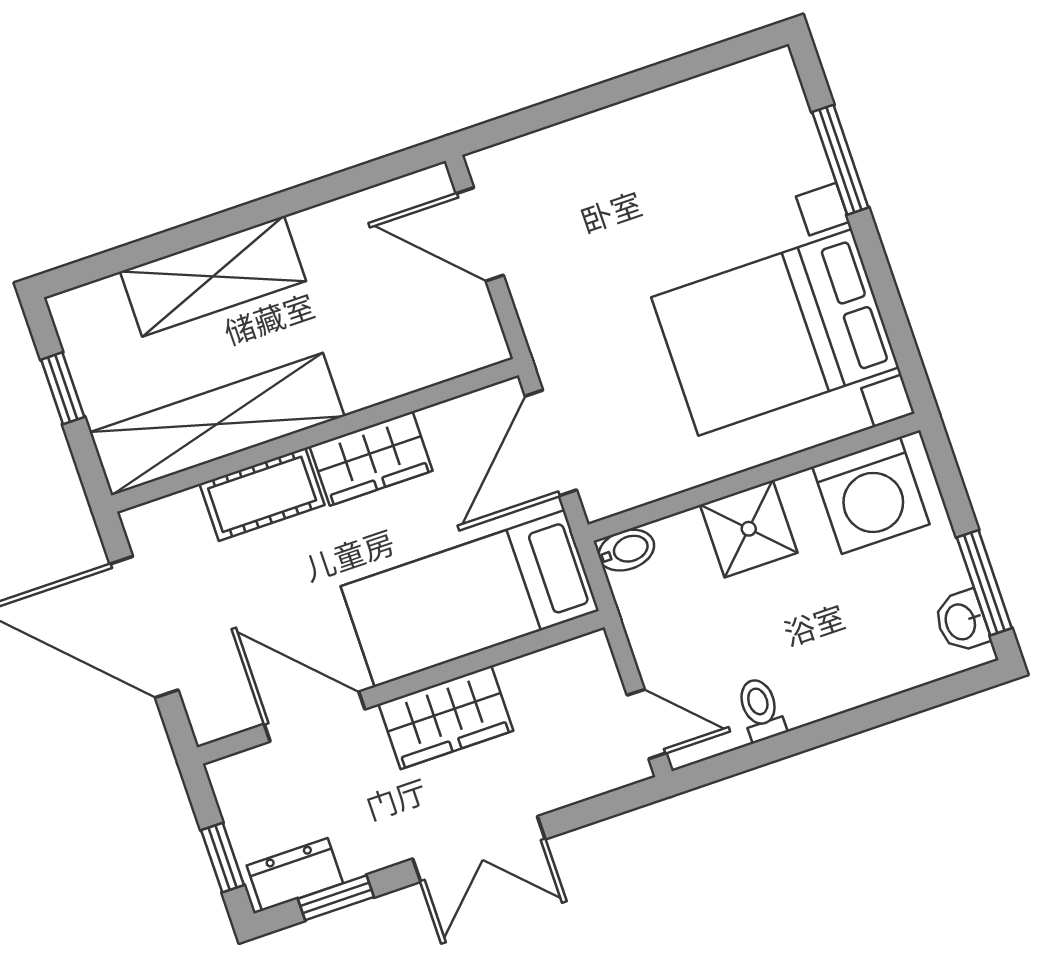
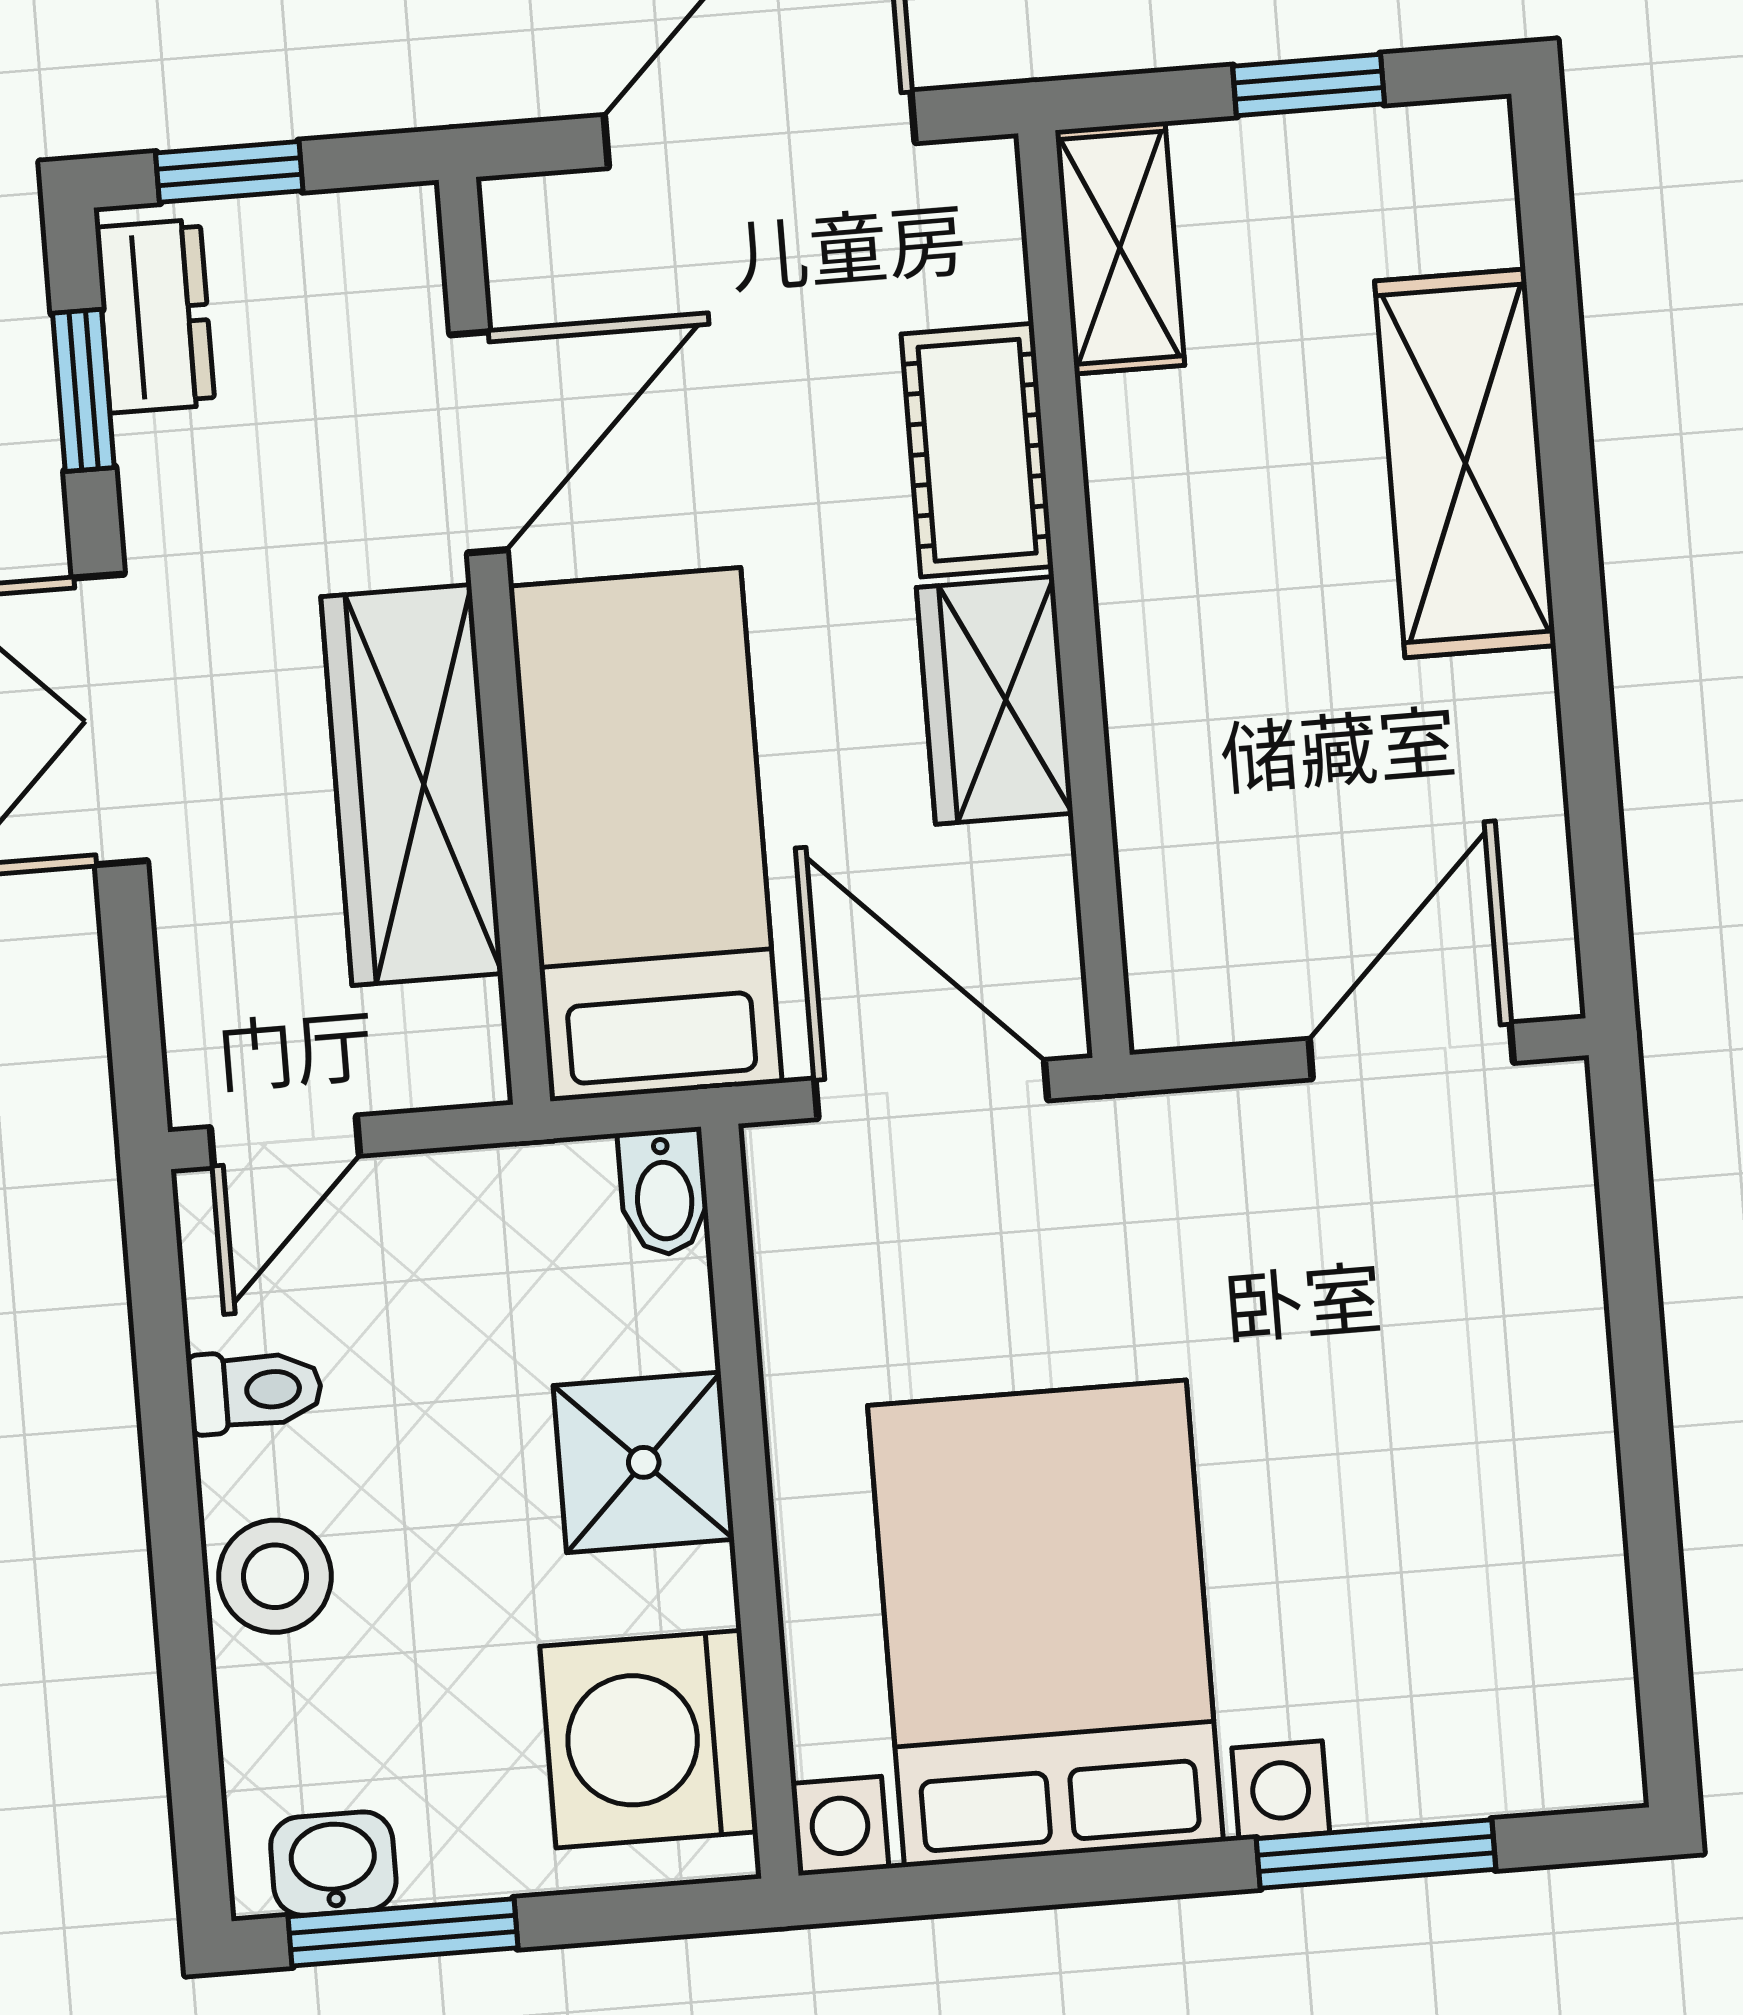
shelving: (217, 424) -> (1120, 248), width x0.45, depth x0.75
stool: (841, 680) -> (275, 1576), added
wardrobe: (446, 717) -> (412, 785), width x1.50

